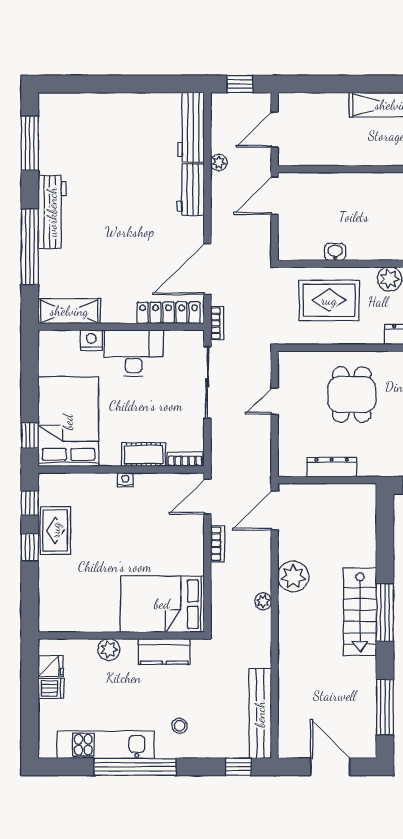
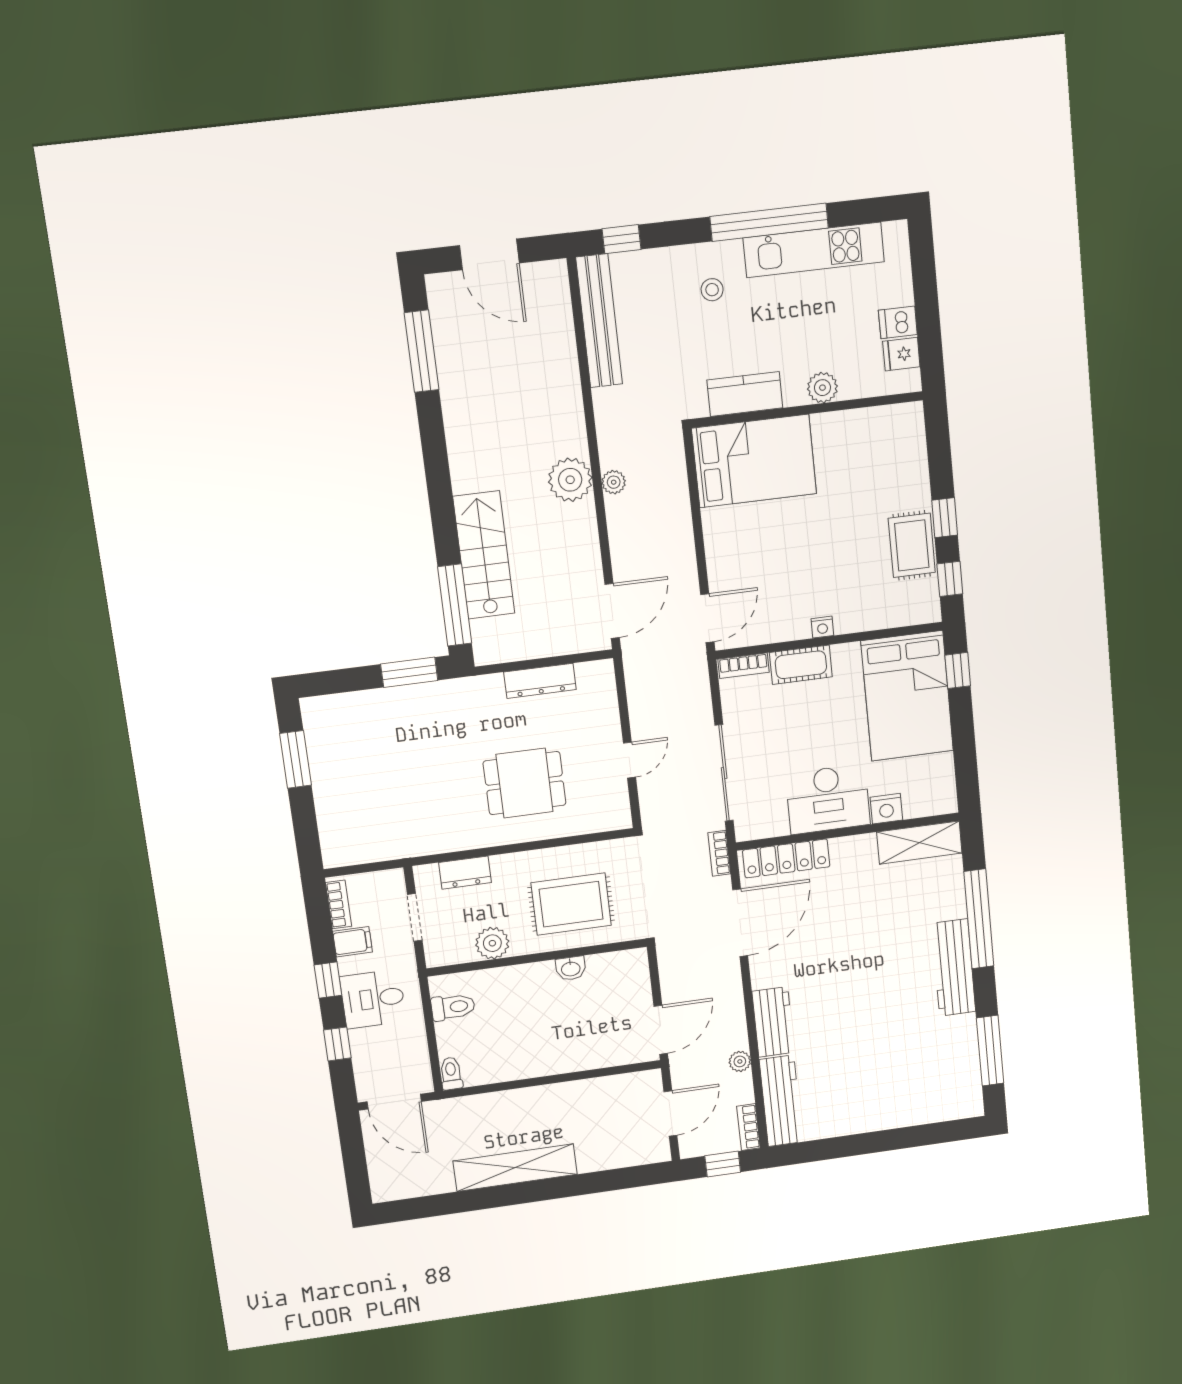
dining table: (352, 394) -> (525, 783), turned 90
bookcase: (218, 544) -> (748, 1127), moved
plant: (293, 577) -> (570, 480), moved
stairs: (360, 612) -> (484, 555), moved
window: (385, 613) -> (455, 605), moved

